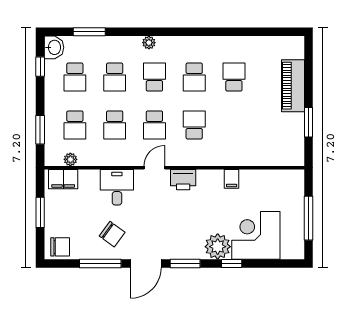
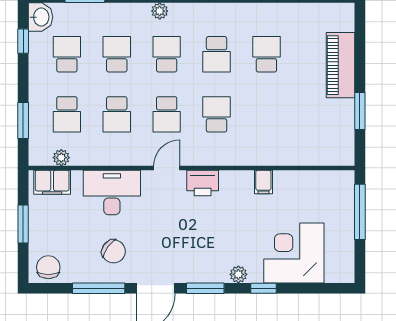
school desk: (75, 77) -> (67, 54), turned 180
school desk: (115, 77) -> (117, 54), turned 180
desk: (117, 187) -> (112, 192), width x1.37
window: (309, 218) -> (360, 212), moved
chair: (60, 247) -> (48, 267), turned -90
plant: (218, 247) -> (238, 274), width x0.53, depth x0.53

